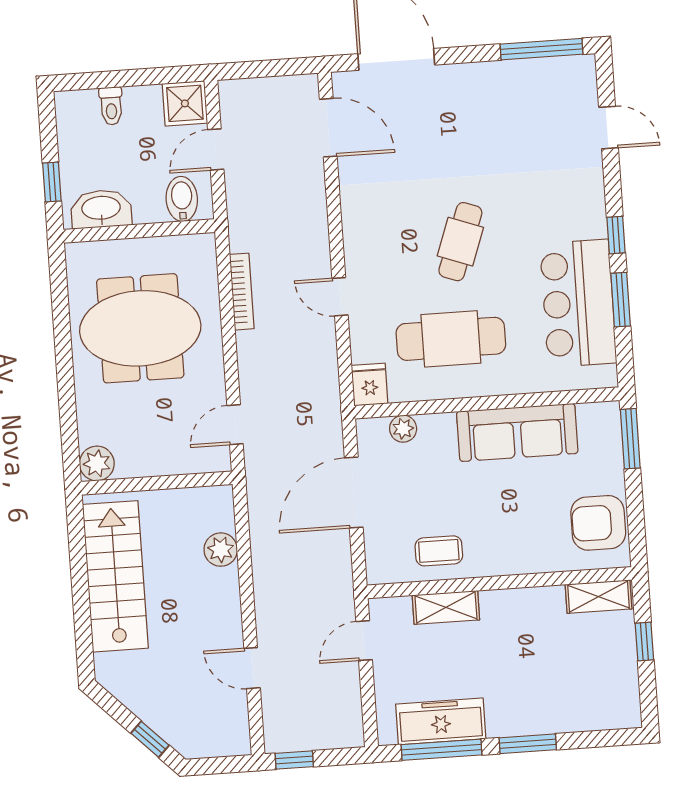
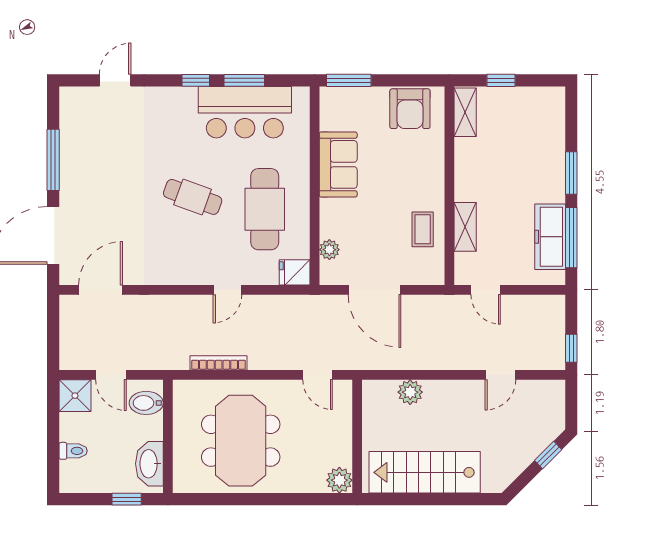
window: (542, 49) -> (53, 160), moved
sofa: (517, 432) -> (338, 164), width x0.73

